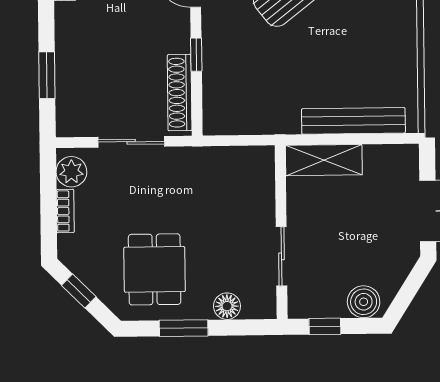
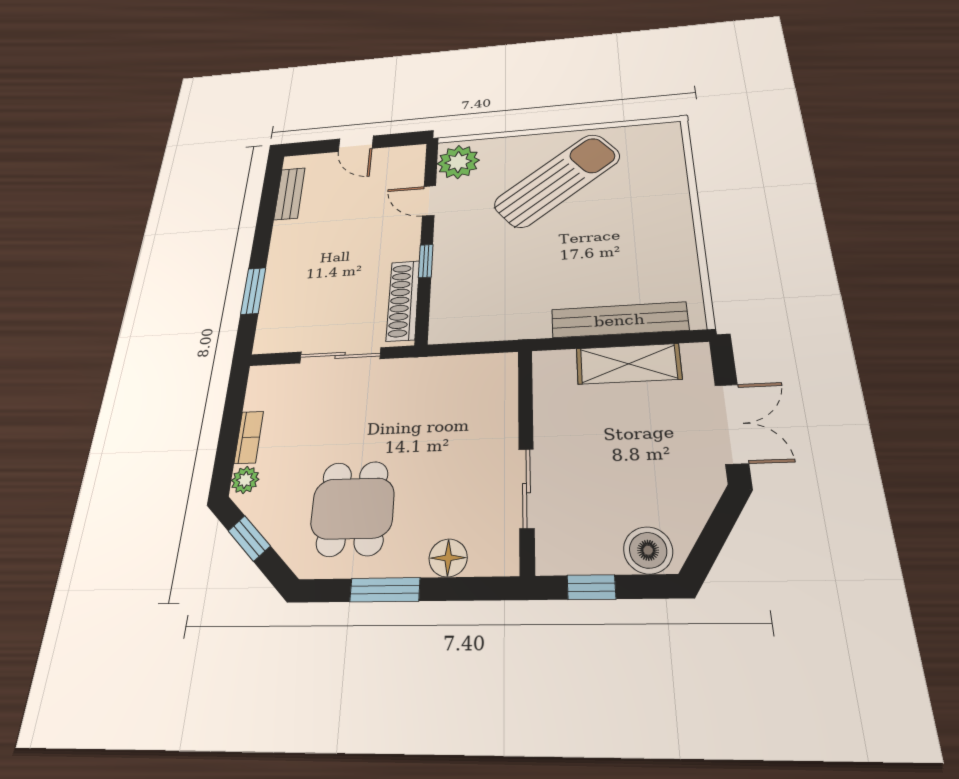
shelving: (324, 160) -> (628, 364), moved
plant: (71, 172) -> (245, 480), moved, width x0.73, depth x0.73

